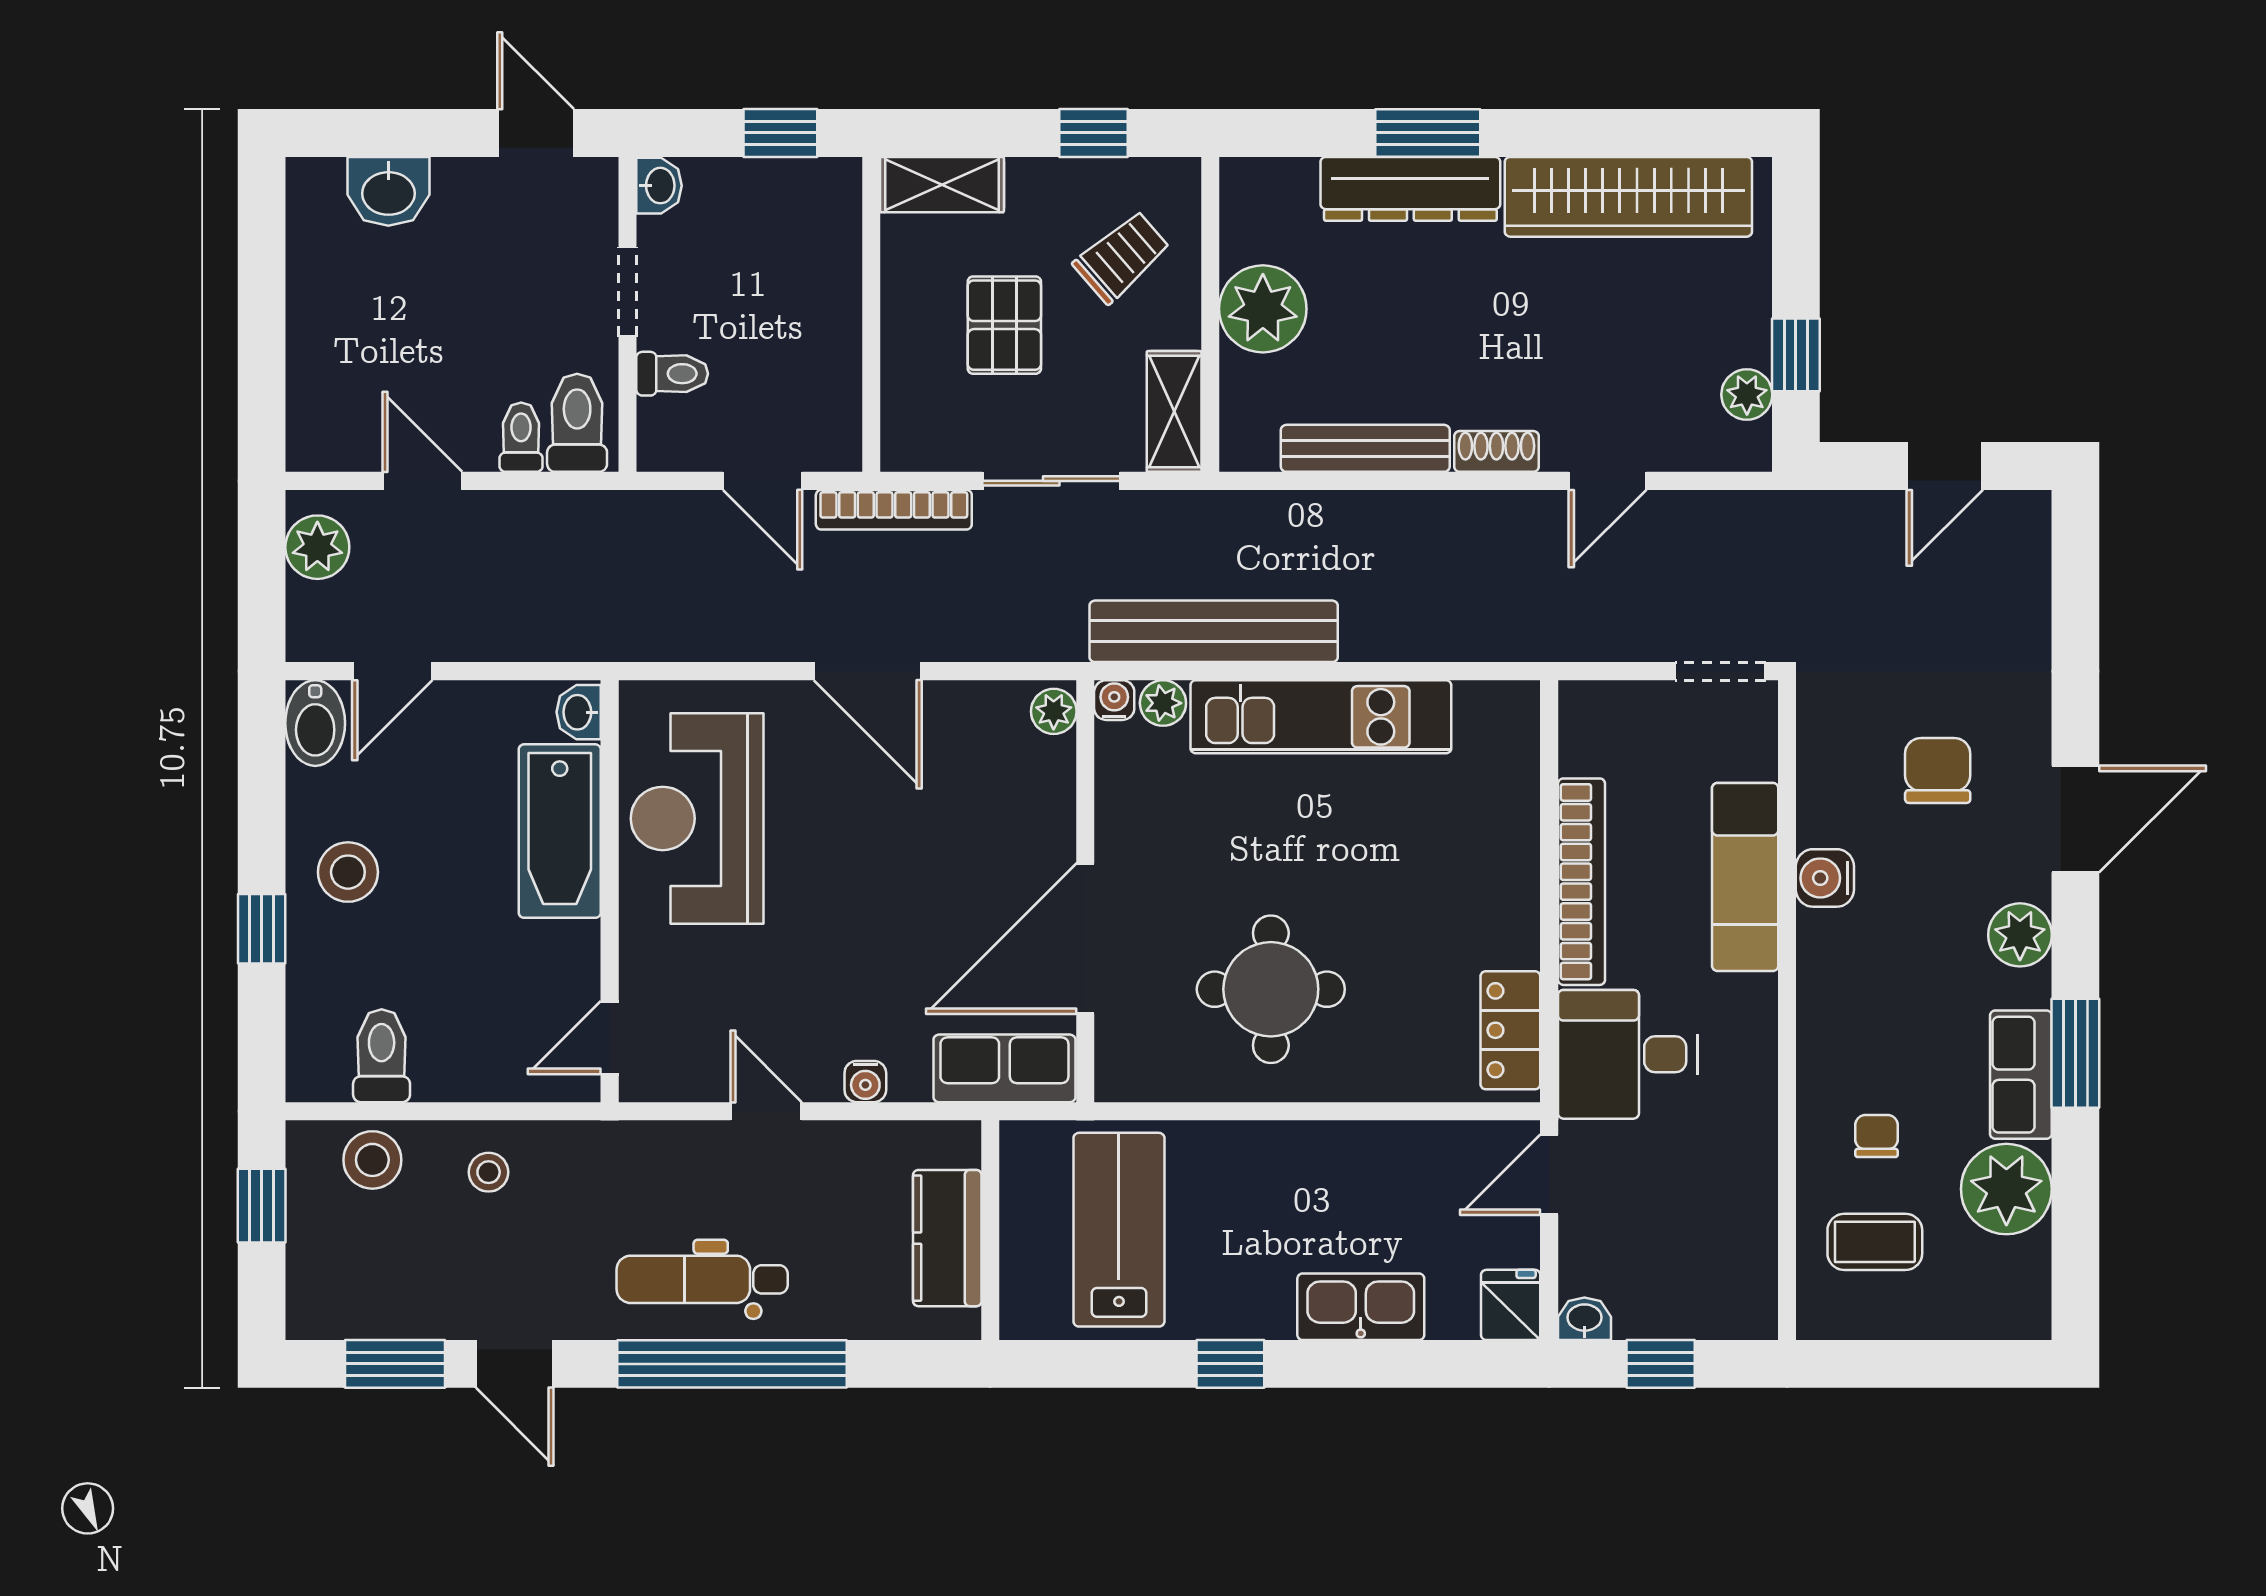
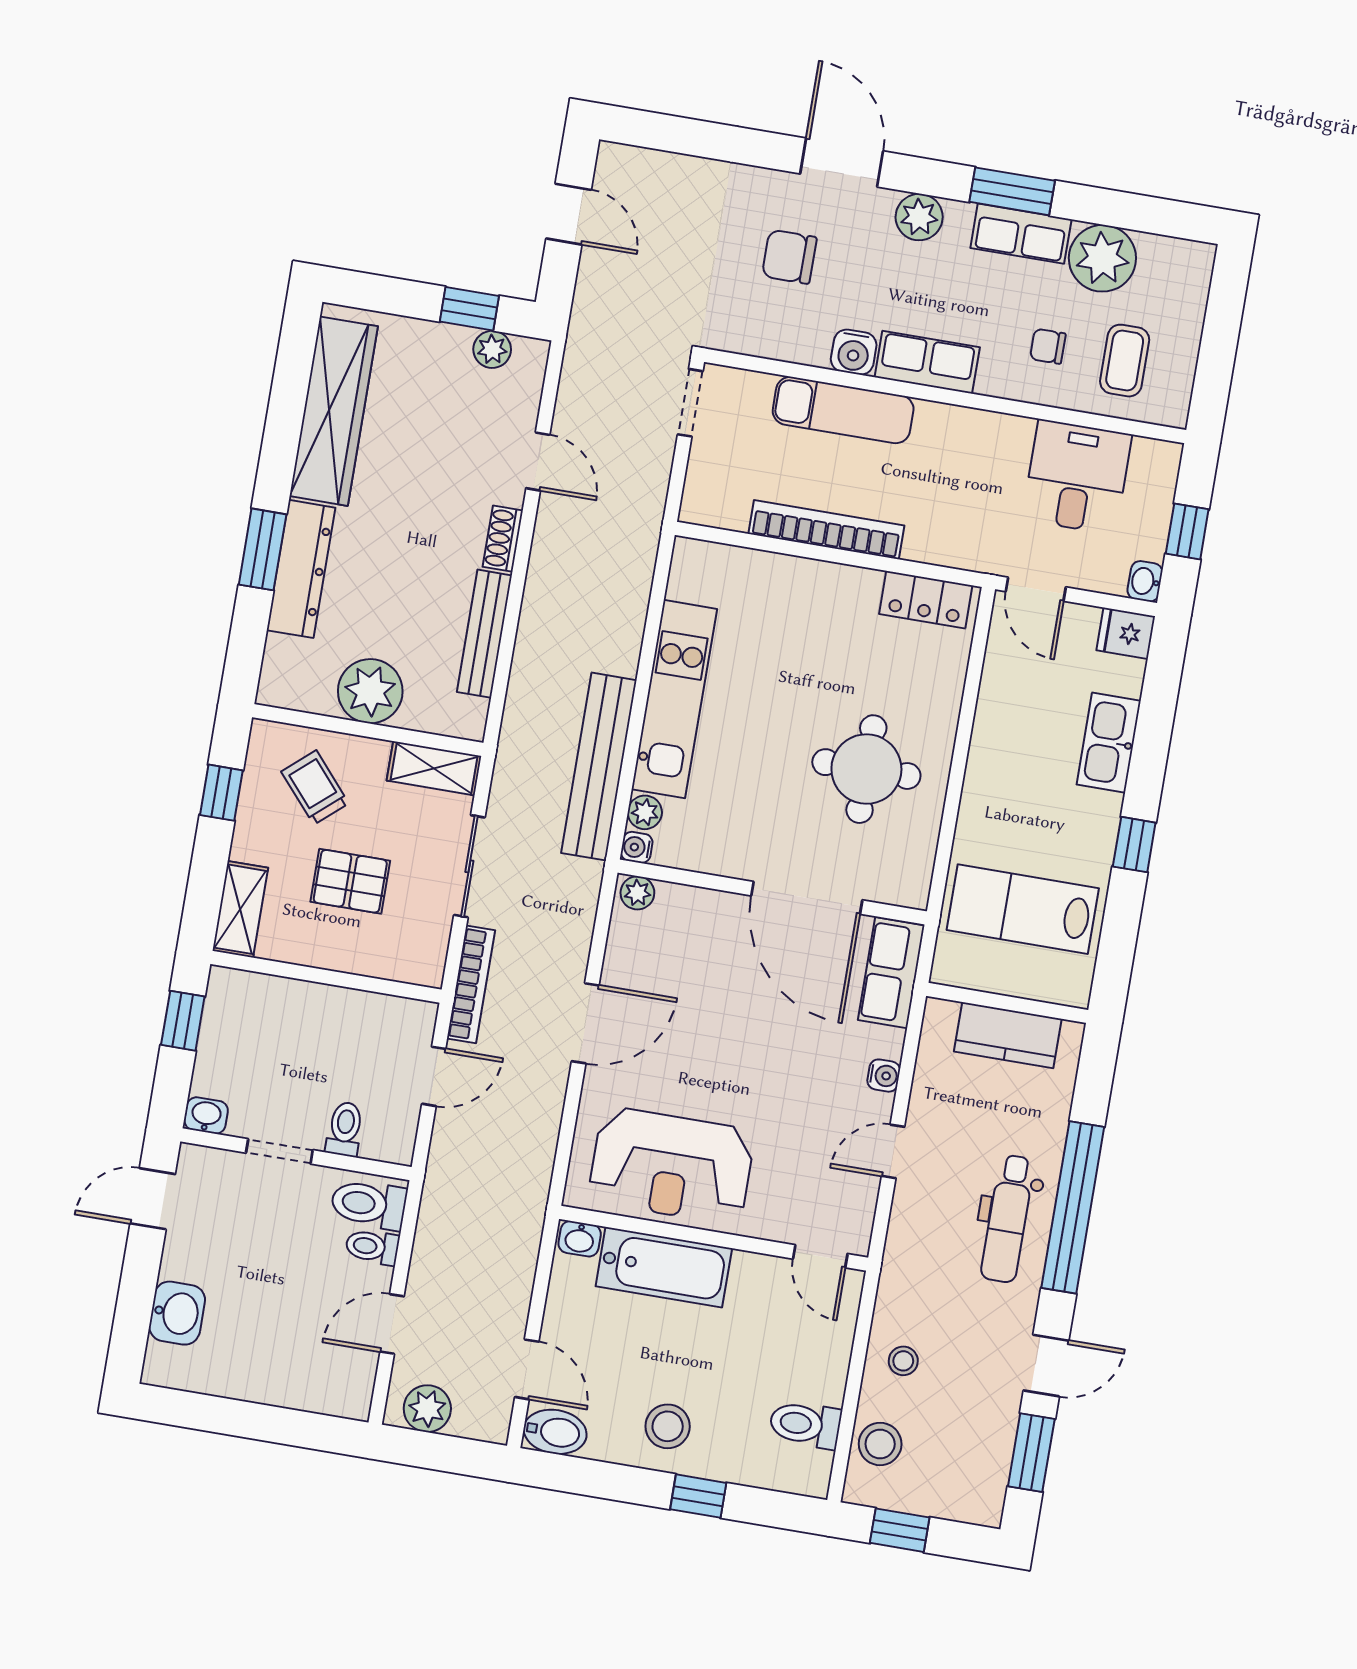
row of seats: (1828, 978) -> (927, 362), added
desk: (1628, 1054) -> (1077, 477), moved, turned 180

